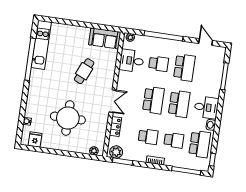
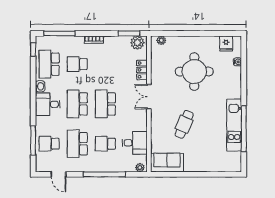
kitchen unit: (41, 45) -> (234, 125), moved
school desk: (148, 137) -> (49, 144), moved

